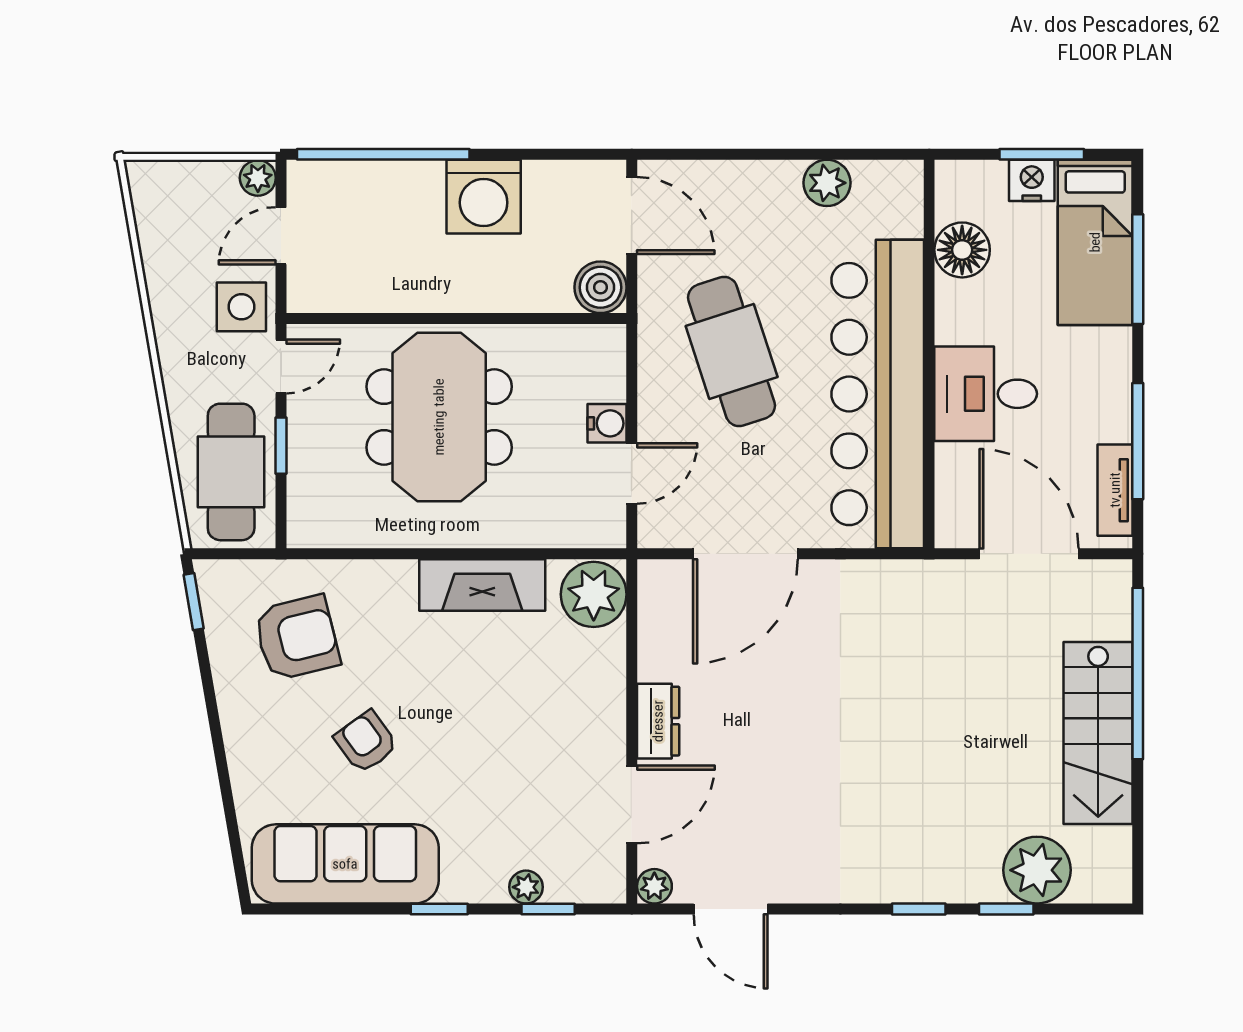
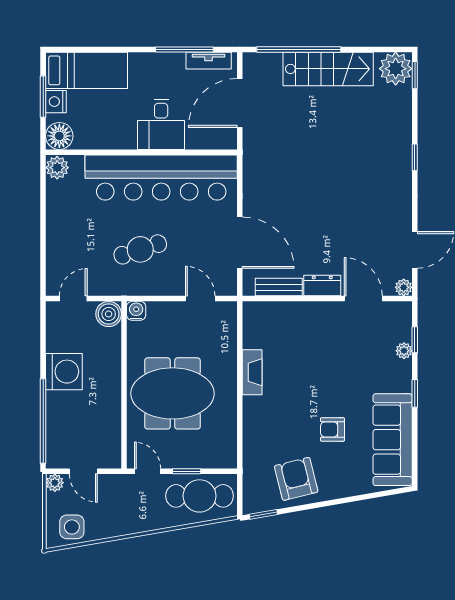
plant: (827, 183) -> (57, 168), moved
door: (632, 216) -> (73, 299), width x0.73
floor lamp: (962, 250) -> (59, 136), moved
window: (1138, 269) -> (100, 49), removed
side table: (241, 307) -> (72, 527), moved
cafe table: (732, 352) -> (140, 249), width x0.73, depth x0.74
water cooler: (607, 423) -> (136, 311), moved
fireplace: (482, 585) -> (252, 372), width x0.73, depth x0.76
plant: (594, 594) -> (260, 317), removed
bench: (655, 633) -> (279, 287), added
armchair: (297, 638) -> (296, 479), moved
armchair: (366, 742) -> (332, 429), turned 36
plant: (1037, 870) -> (396, 69), moved
window: (1006, 909) -> (415, 75), moved

